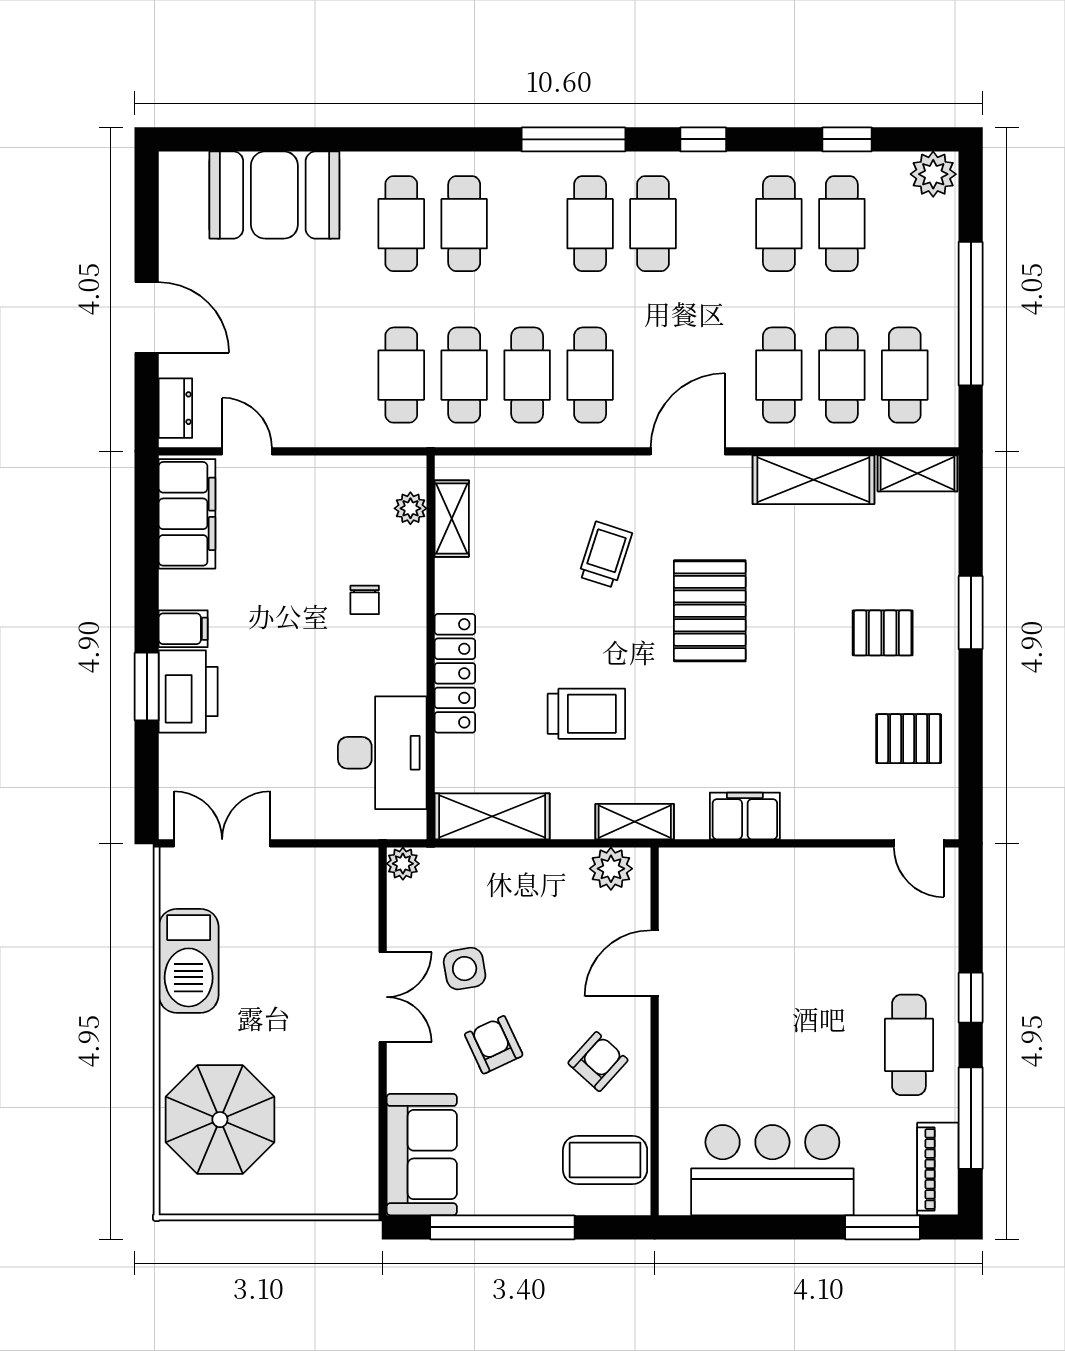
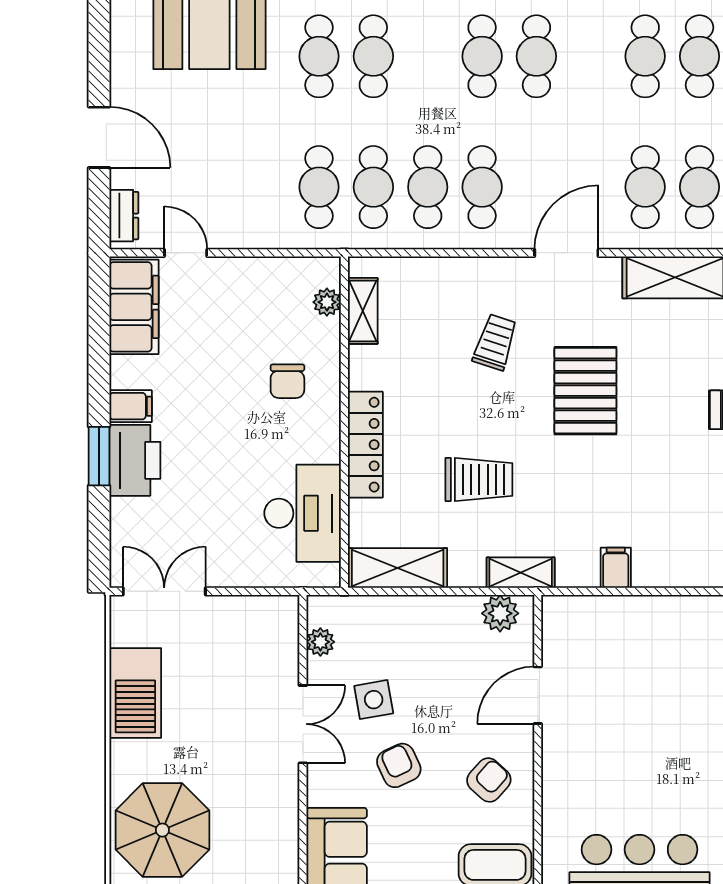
chair: (365, 600) -> (287, 381), width x1.37, depth x1.37
filing cabinet: (745, 816) -> (616, 568), width x0.50
plant: (403, 864) -> (320, 642), moved

